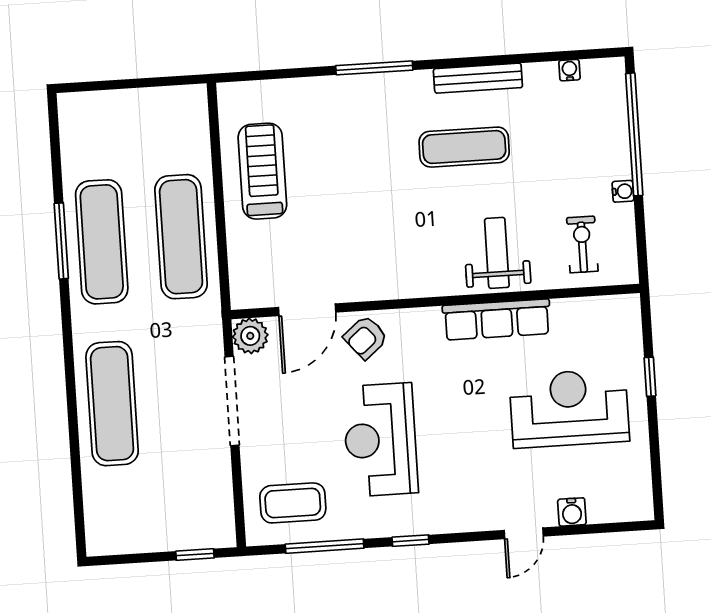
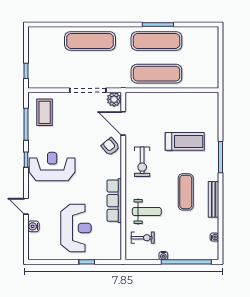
treadmill: (262, 171) -> (185, 141), moved
weight bench: (497, 253) -> (147, 212), moved
exercise bike: (398, 258) -> (142, 162), added
reception desk: (380, 440) -> (52, 167), moved

